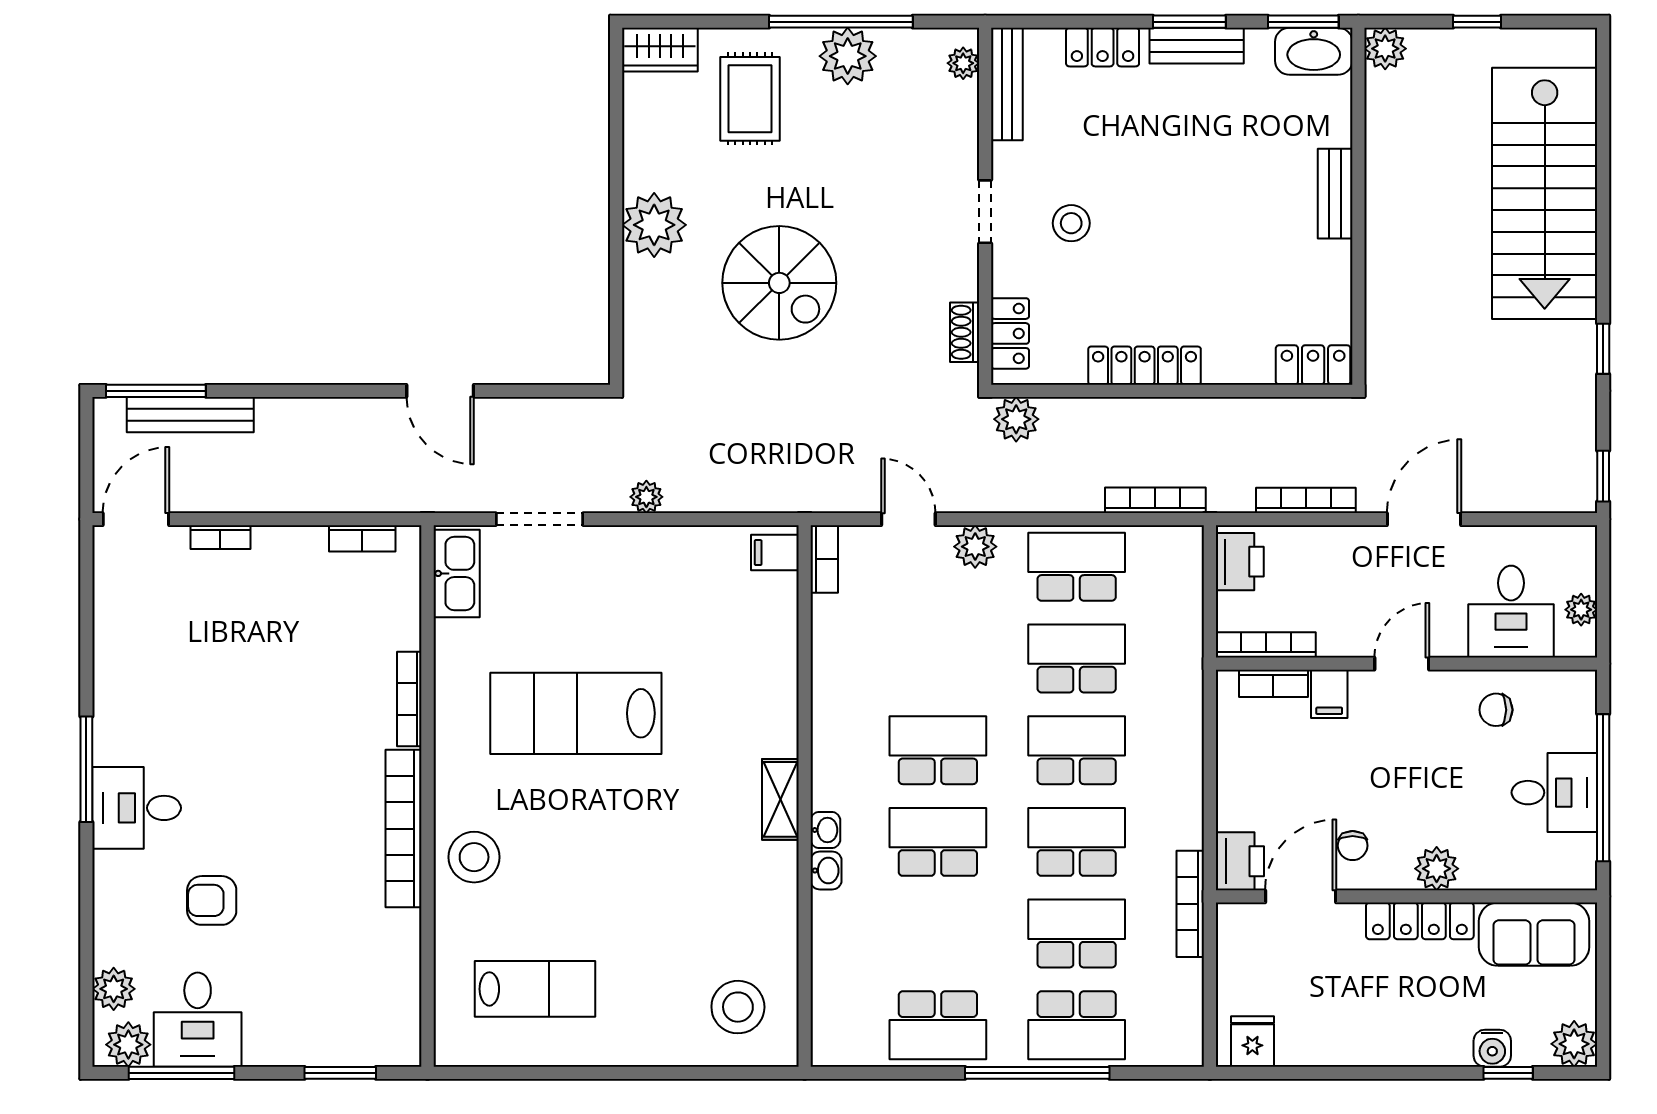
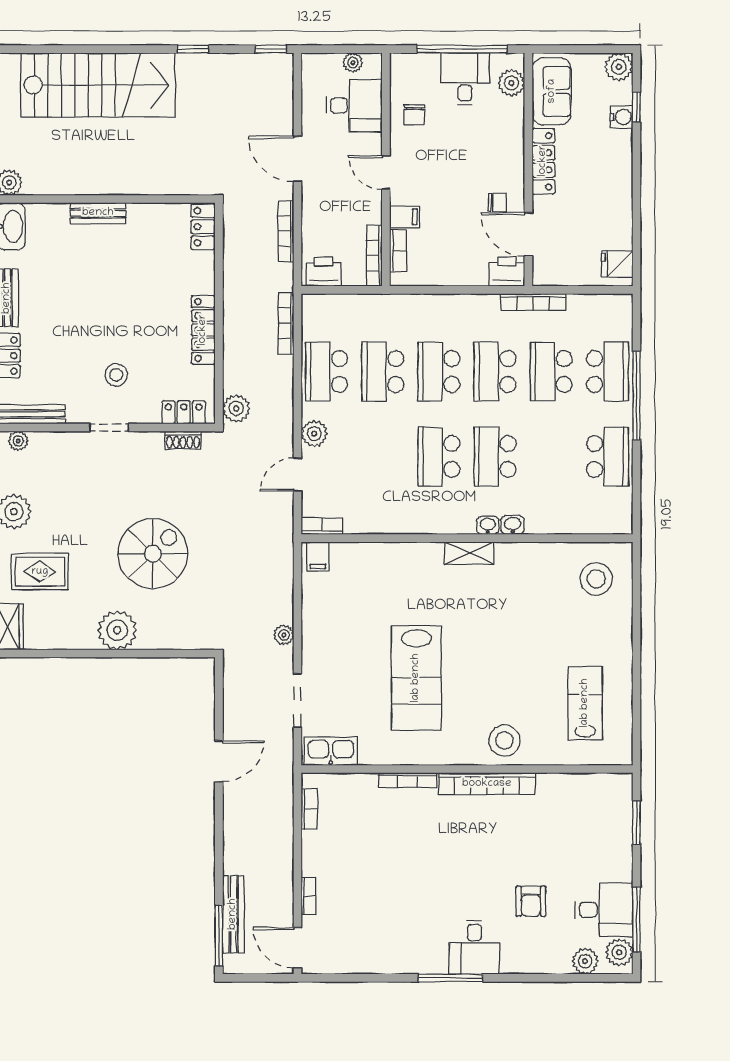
plant: (1437, 869) -> (511, 83), moved

